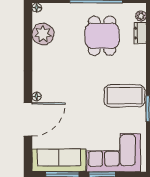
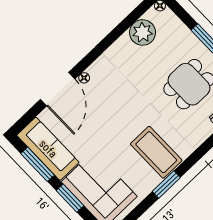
door: (28, 119) -> (58, 89), hinge flipped

